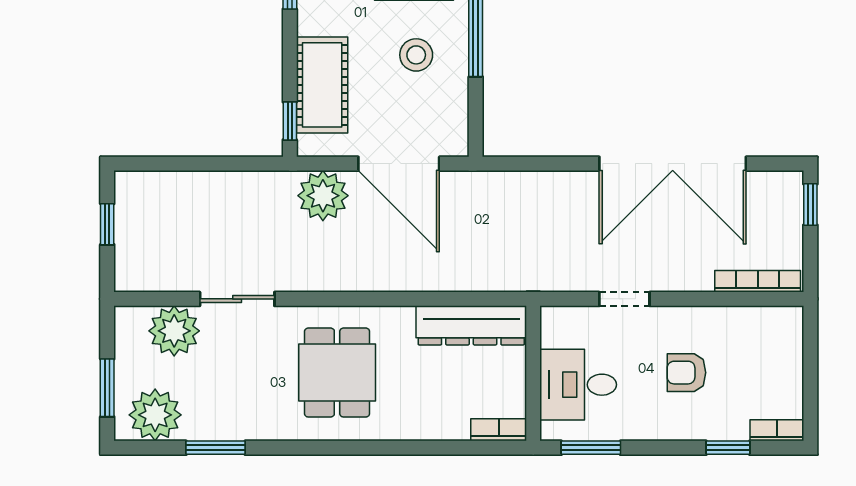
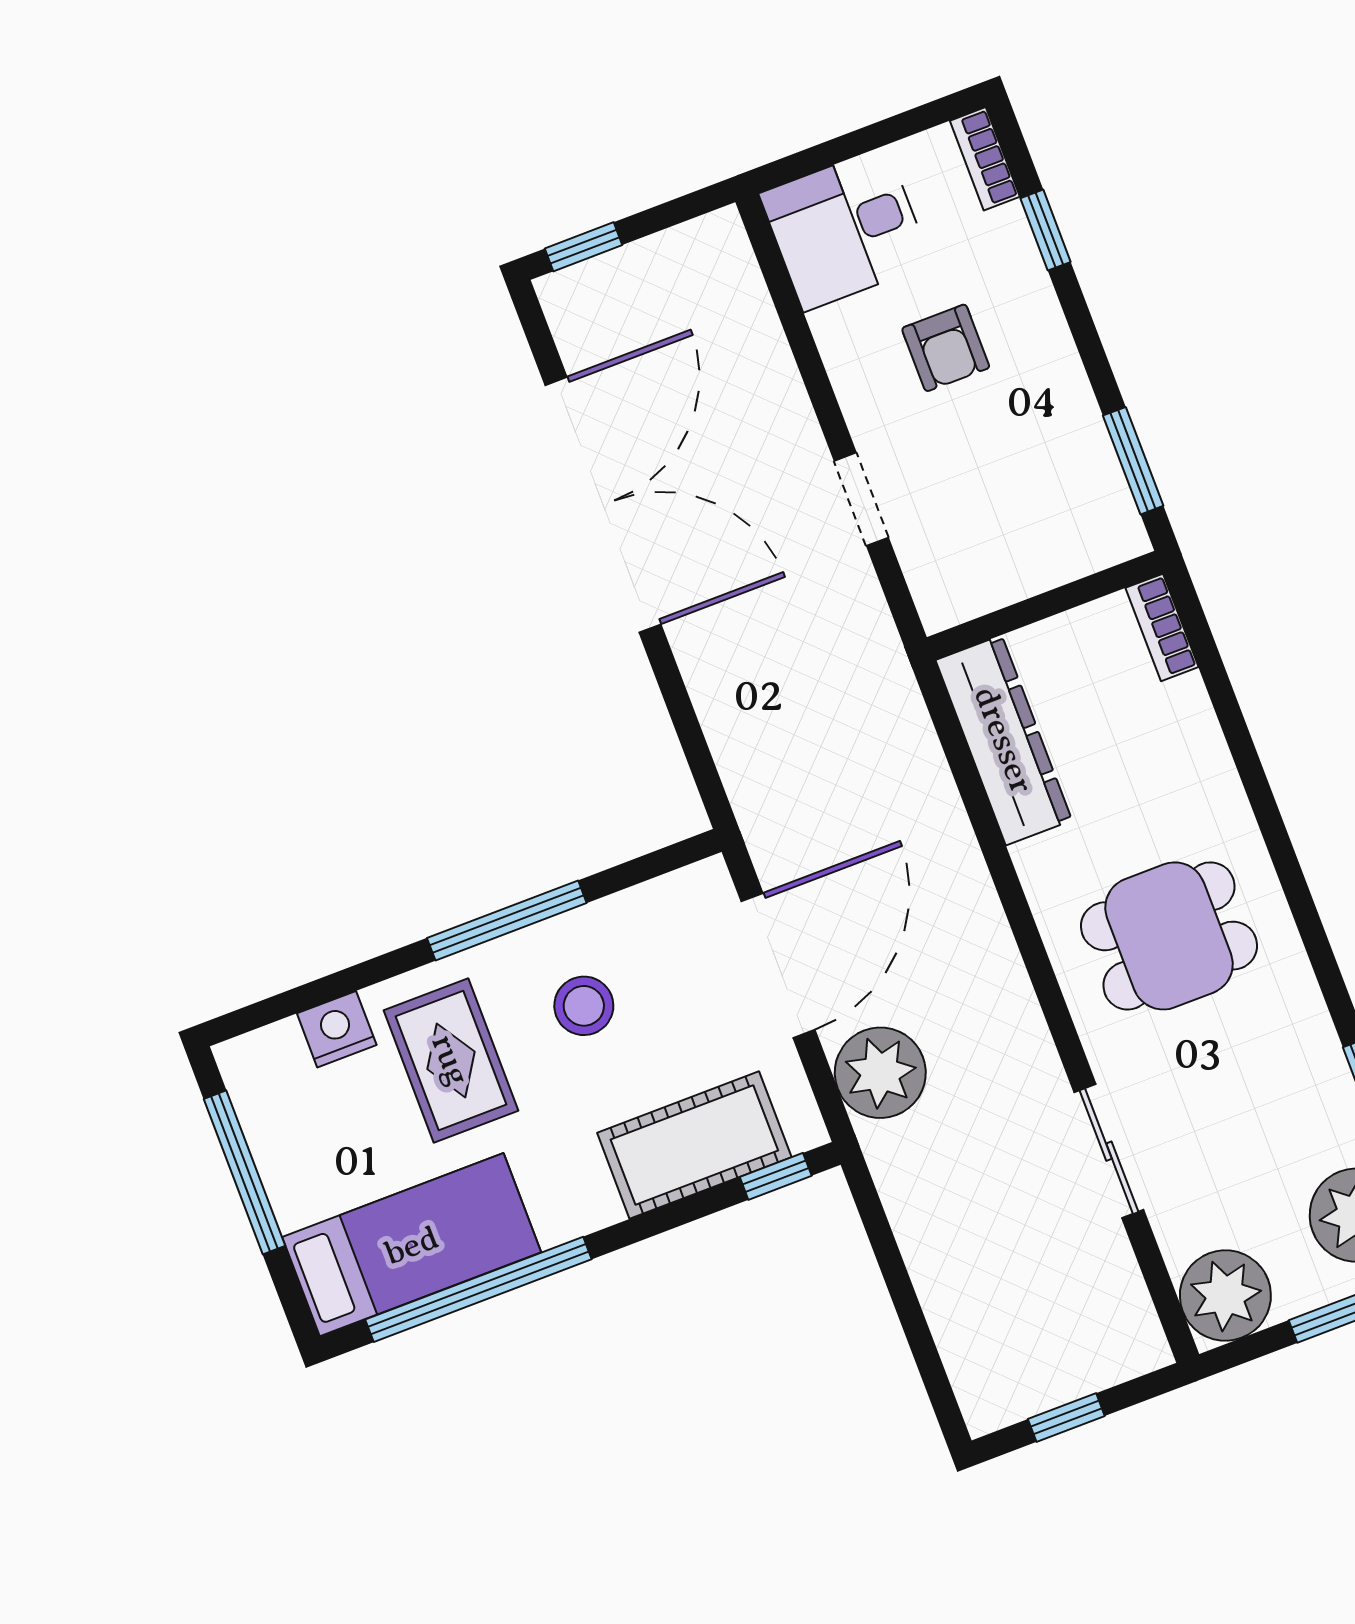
bookcase: (758, 281) -> (746, 287), removed
plant: (174, 331) -> (1225, 1296), moved
desk: (578, 385) -> (845, 229), moved, turned 90

